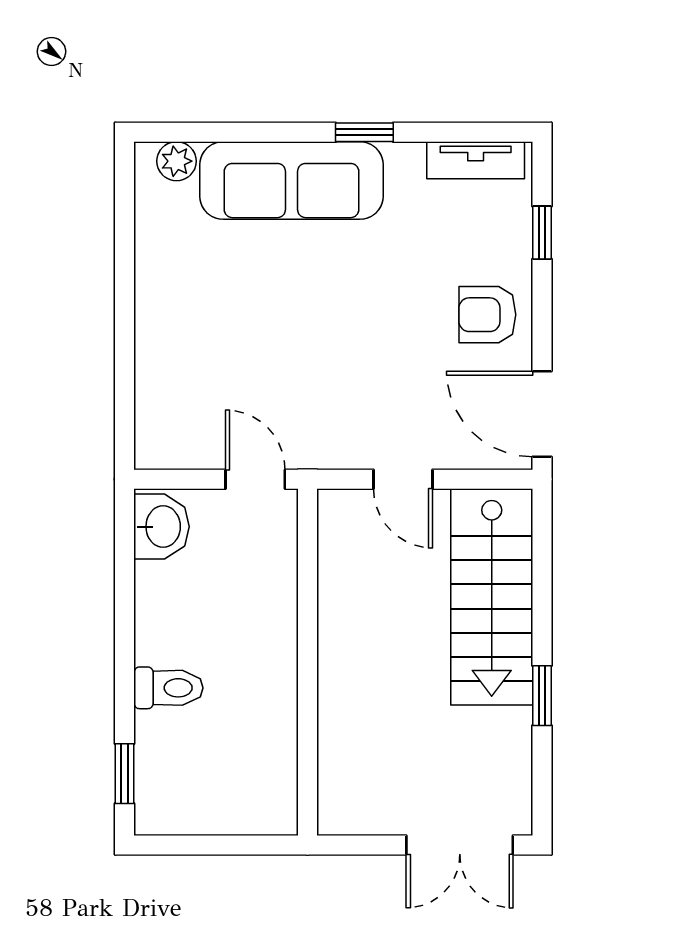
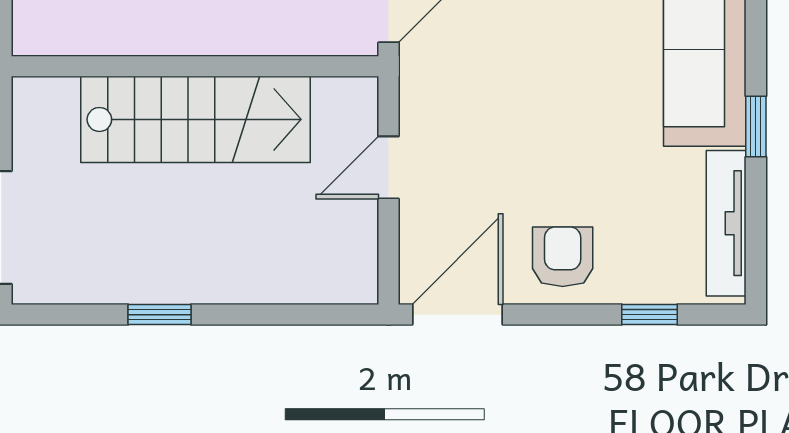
tv unit: (476, 160) -> (726, 223), width x1.41
stairs: (492, 597) -> (196, 119), moved, turned 180

